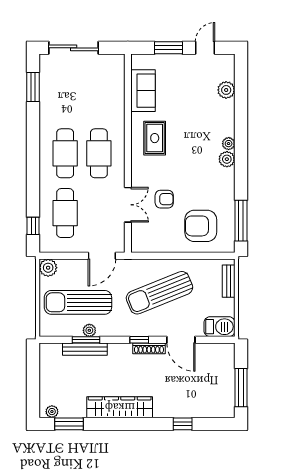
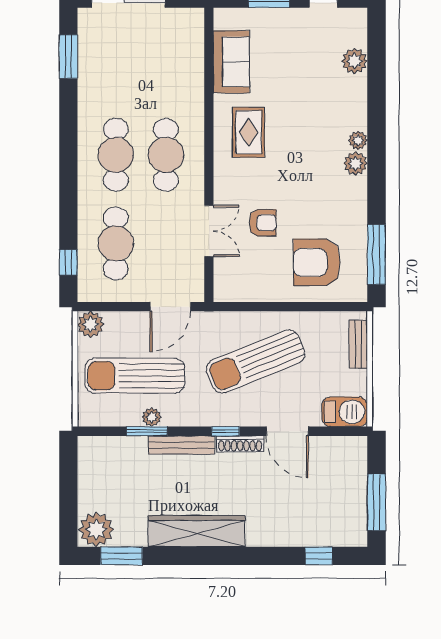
bench: (85, 349) -> (181, 445), moved
plant: (52, 412) -> (96, 529), width x1.87, depth x1.87
window: (183, 424) -> (319, 556), moved

